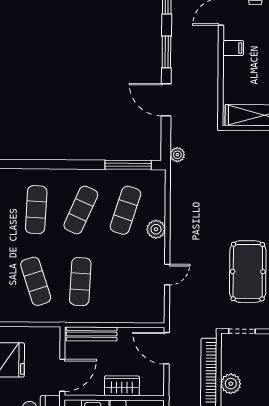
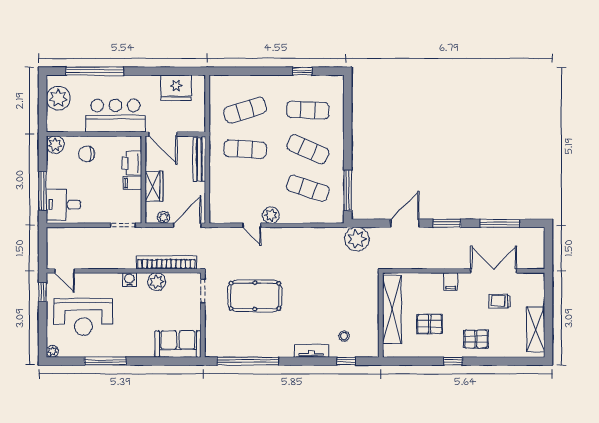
plant: (177, 155) -> (357, 239), width x1.88, depth x1.88
plant: (156, 229) -> (271, 215), moved
plant: (157, 375) -> (164, 217), added

